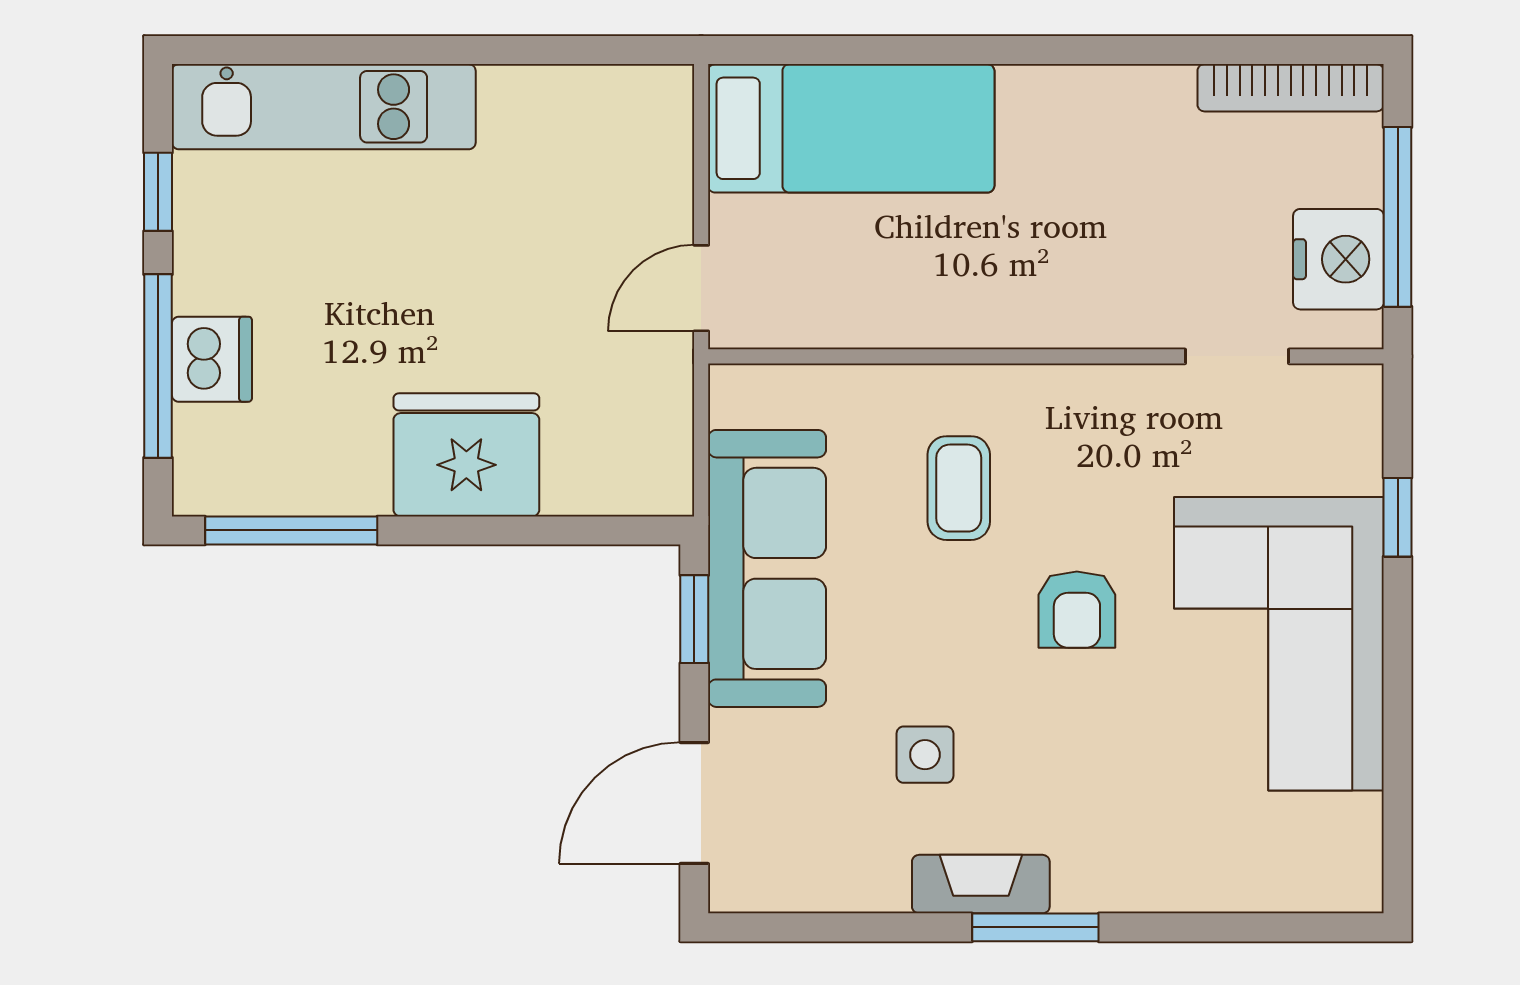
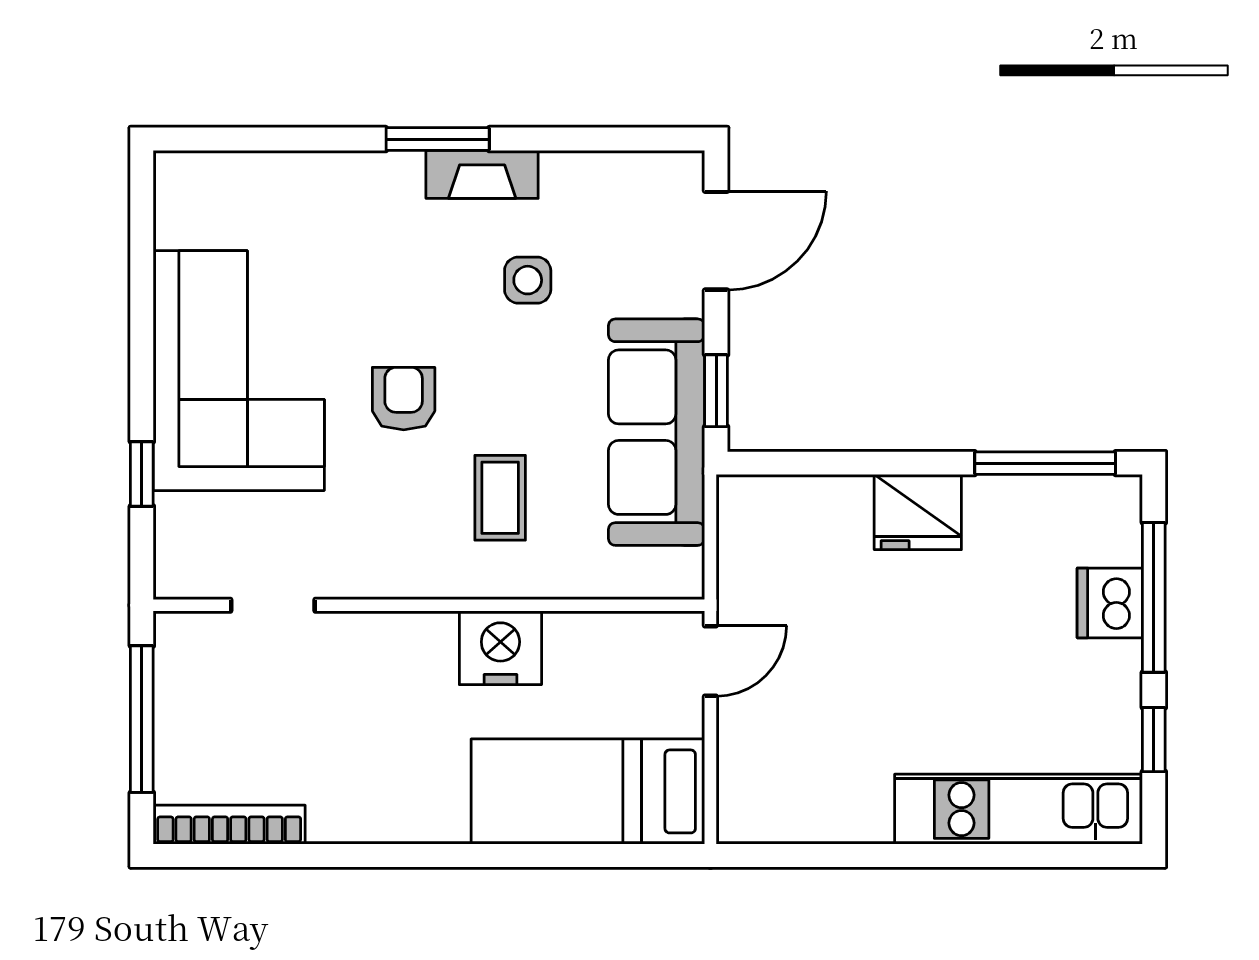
nightstand: (1338, 259) -> (500, 648), moved, turned 90
fridge: (466, 455) -> (918, 512), width x0.73, depth x0.75

